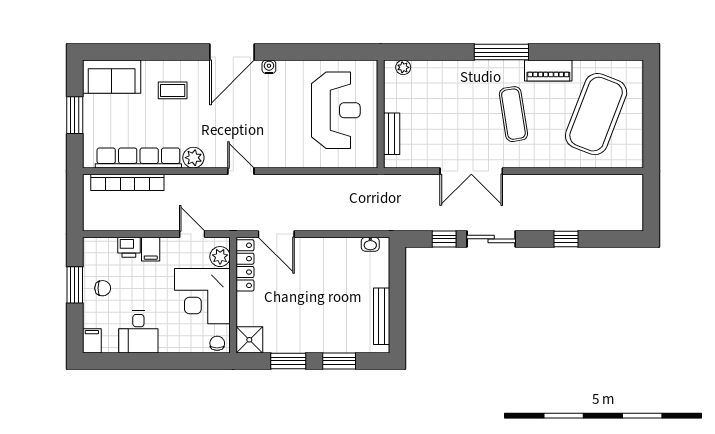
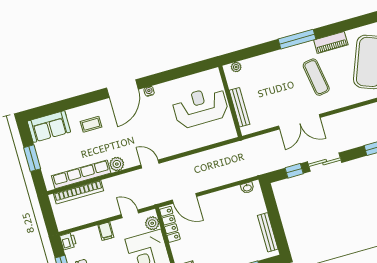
reception desk: (336, 110) -> (200, 107), turned -90
bench: (392, 134) -> (239, 107), width x1.36
printer: (129, 247) -> (68, 241), moved, turned -90

